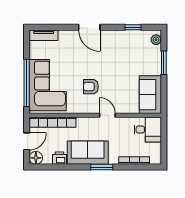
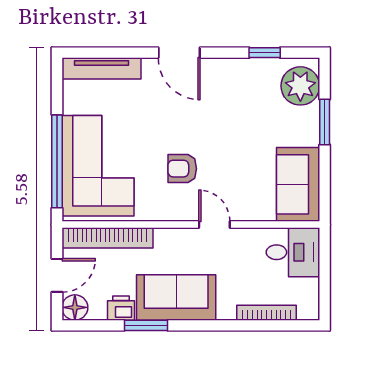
tv unit: (44, 35) -> (101, 68), width x1.41
plant: (156, 40) -> (300, 86), width x1.88, depth x1.88
window: (102, 167) -> (146, 325), moved

